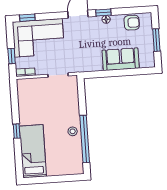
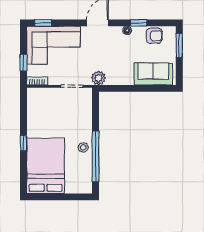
window: (103, 12) -> (139, 23), moved
window: (156, 40) -> (179, 45), moved
sofa: (121, 59) -> (153, 74), moved
plant: (82, 65) -> (99, 78), added
bed: (33, 151) -> (46, 166), width x1.50

